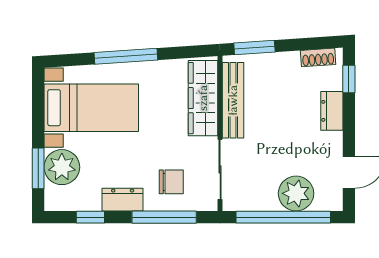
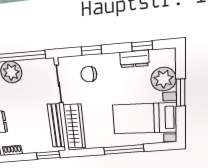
window: (38, 168) -> (181, 93), moved
dresser: (123, 200) -> (134, 59), moved
window: (164, 217) -> (91, 50), width x0.46

